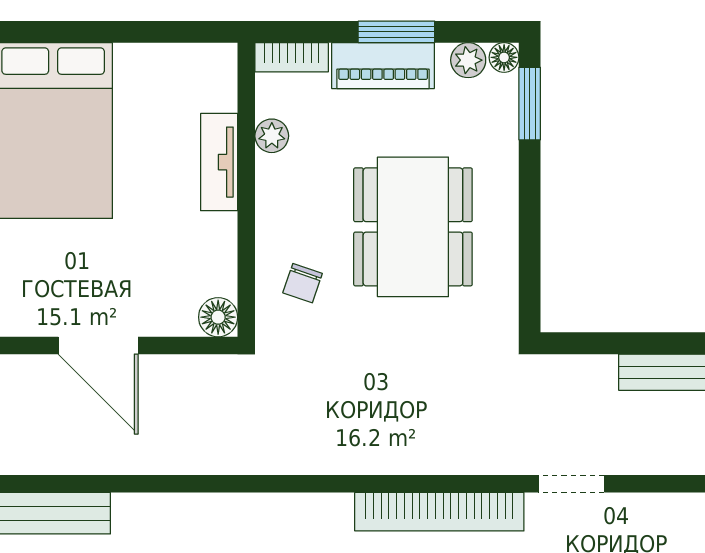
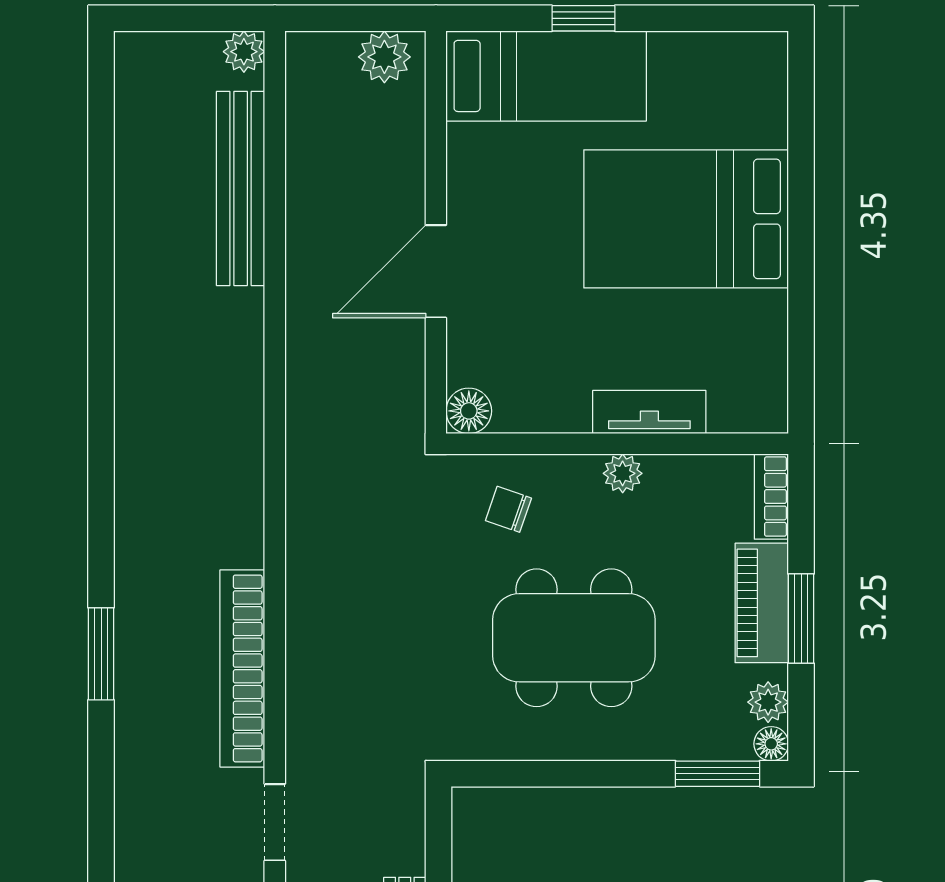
plant: (272, 136) -> (623, 473), moved

